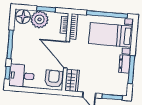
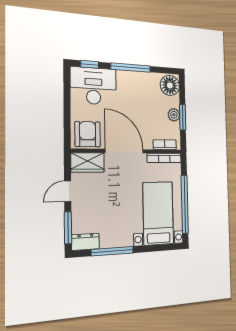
plant: (40, 19) -> (174, 115), width x0.53, depth x0.53
door: (67, 55) -> (124, 151), hinge flipped
dresser: (125, 64) -> (85, 242), moved
desk: (22, 76) -> (93, 86), width x1.37
armchair: (54, 79) -> (88, 134), turned -91

